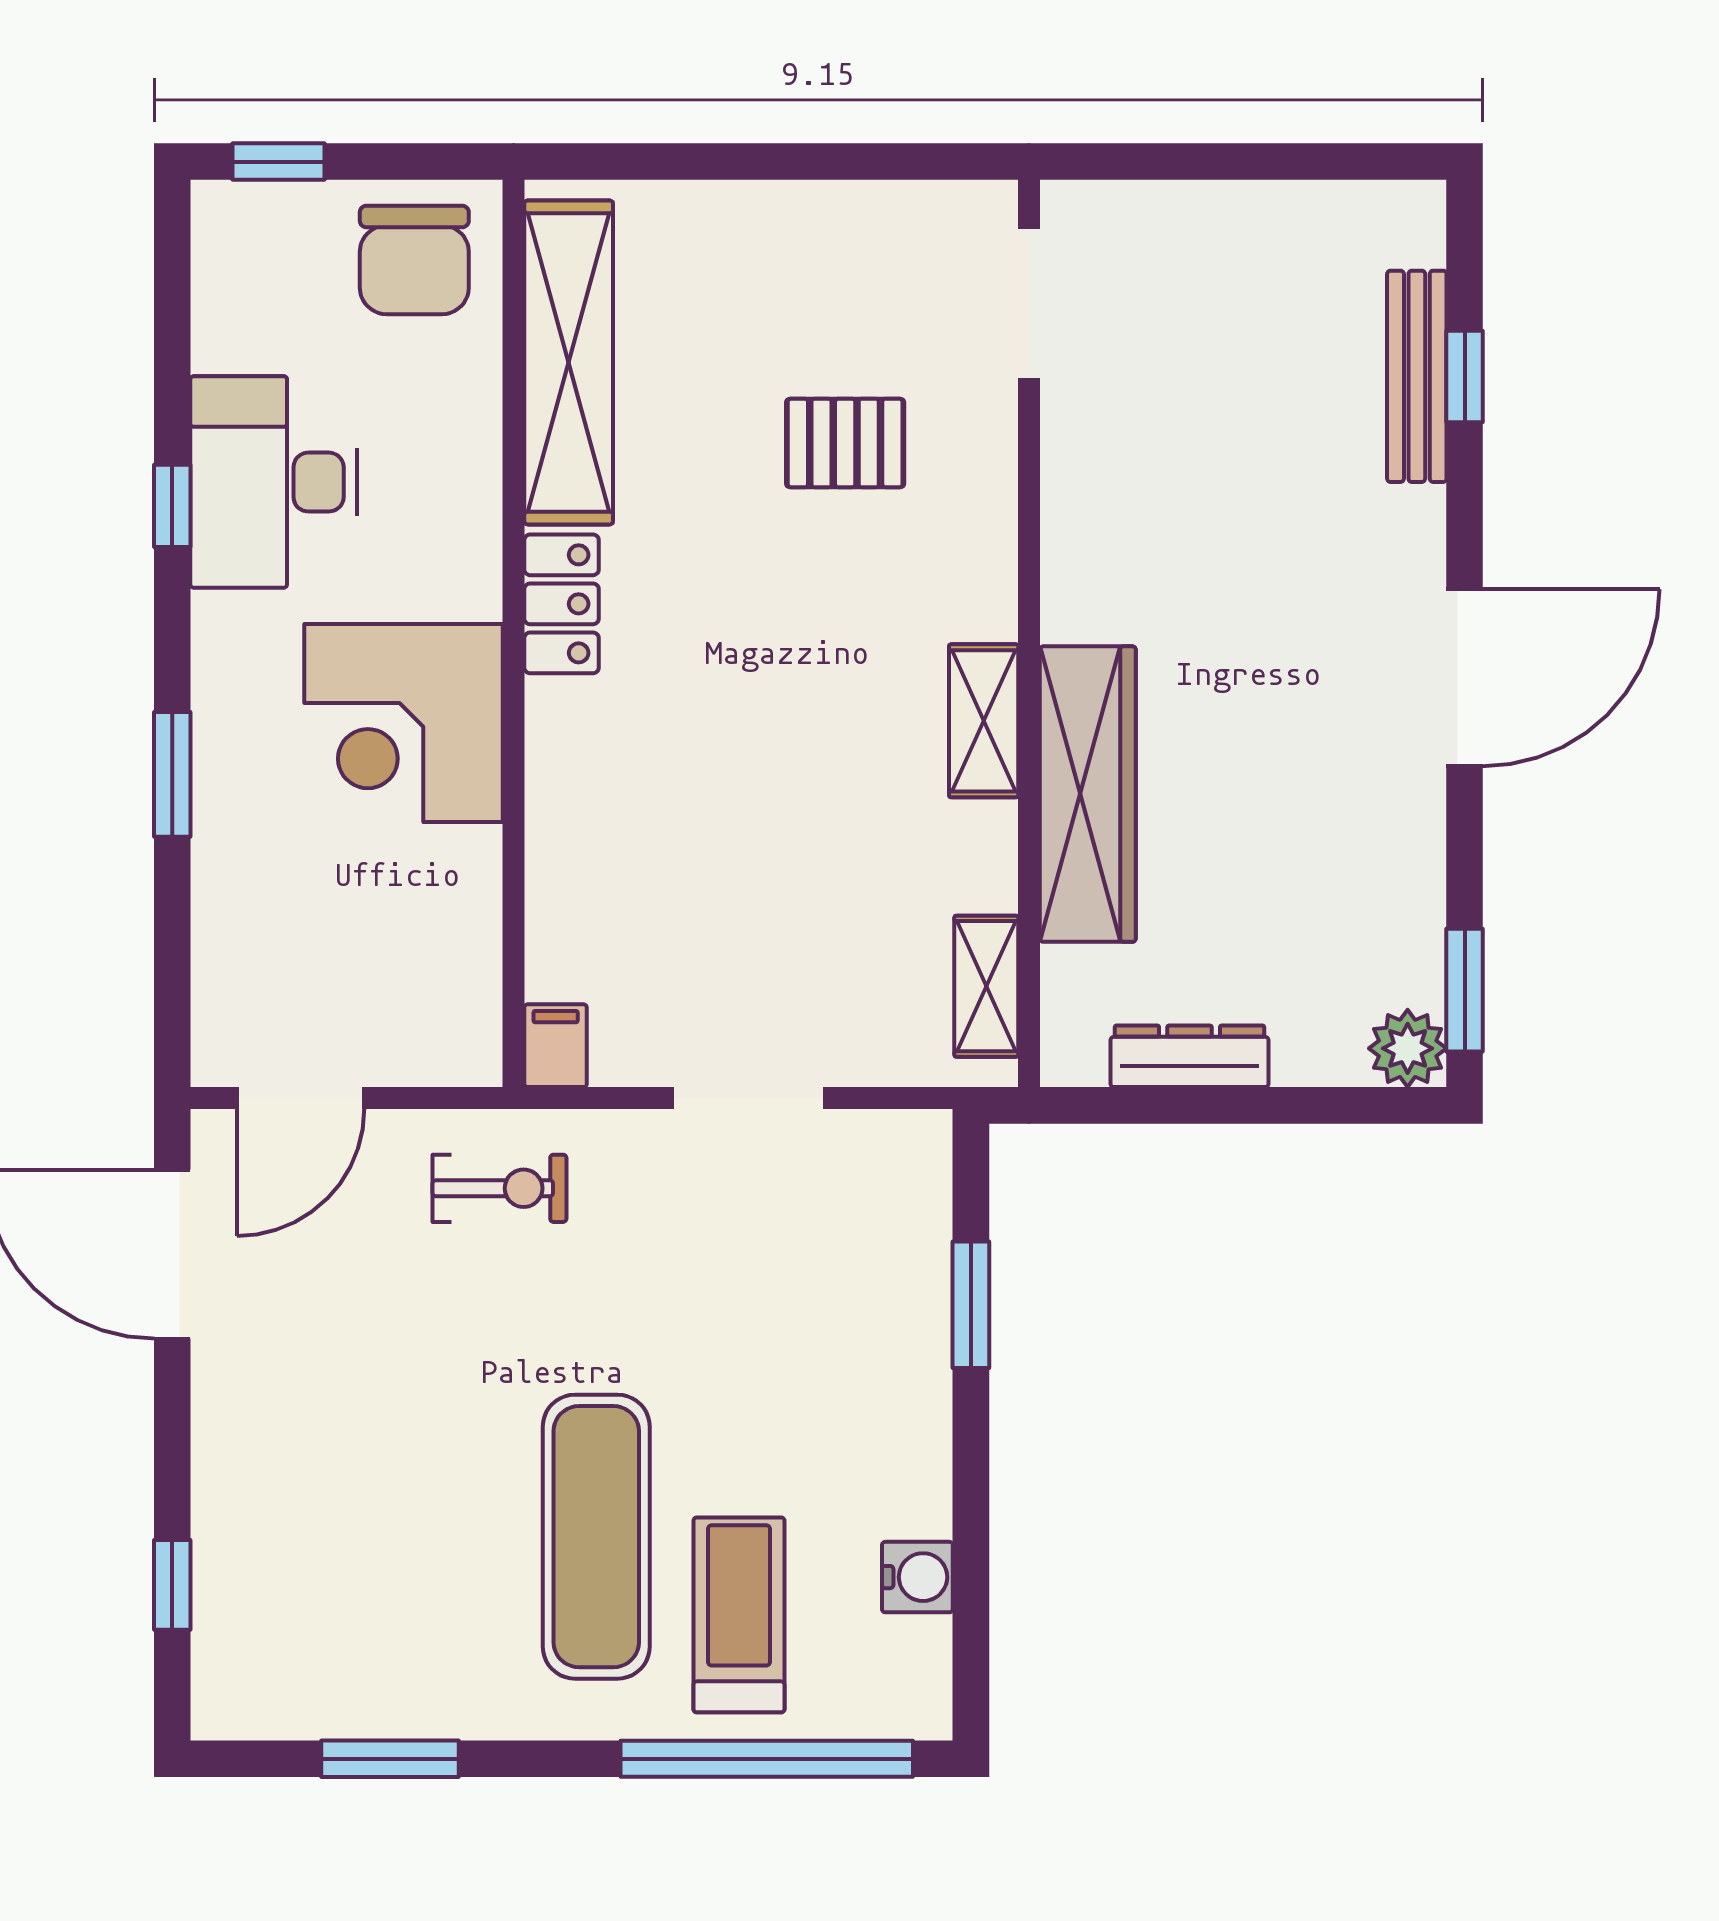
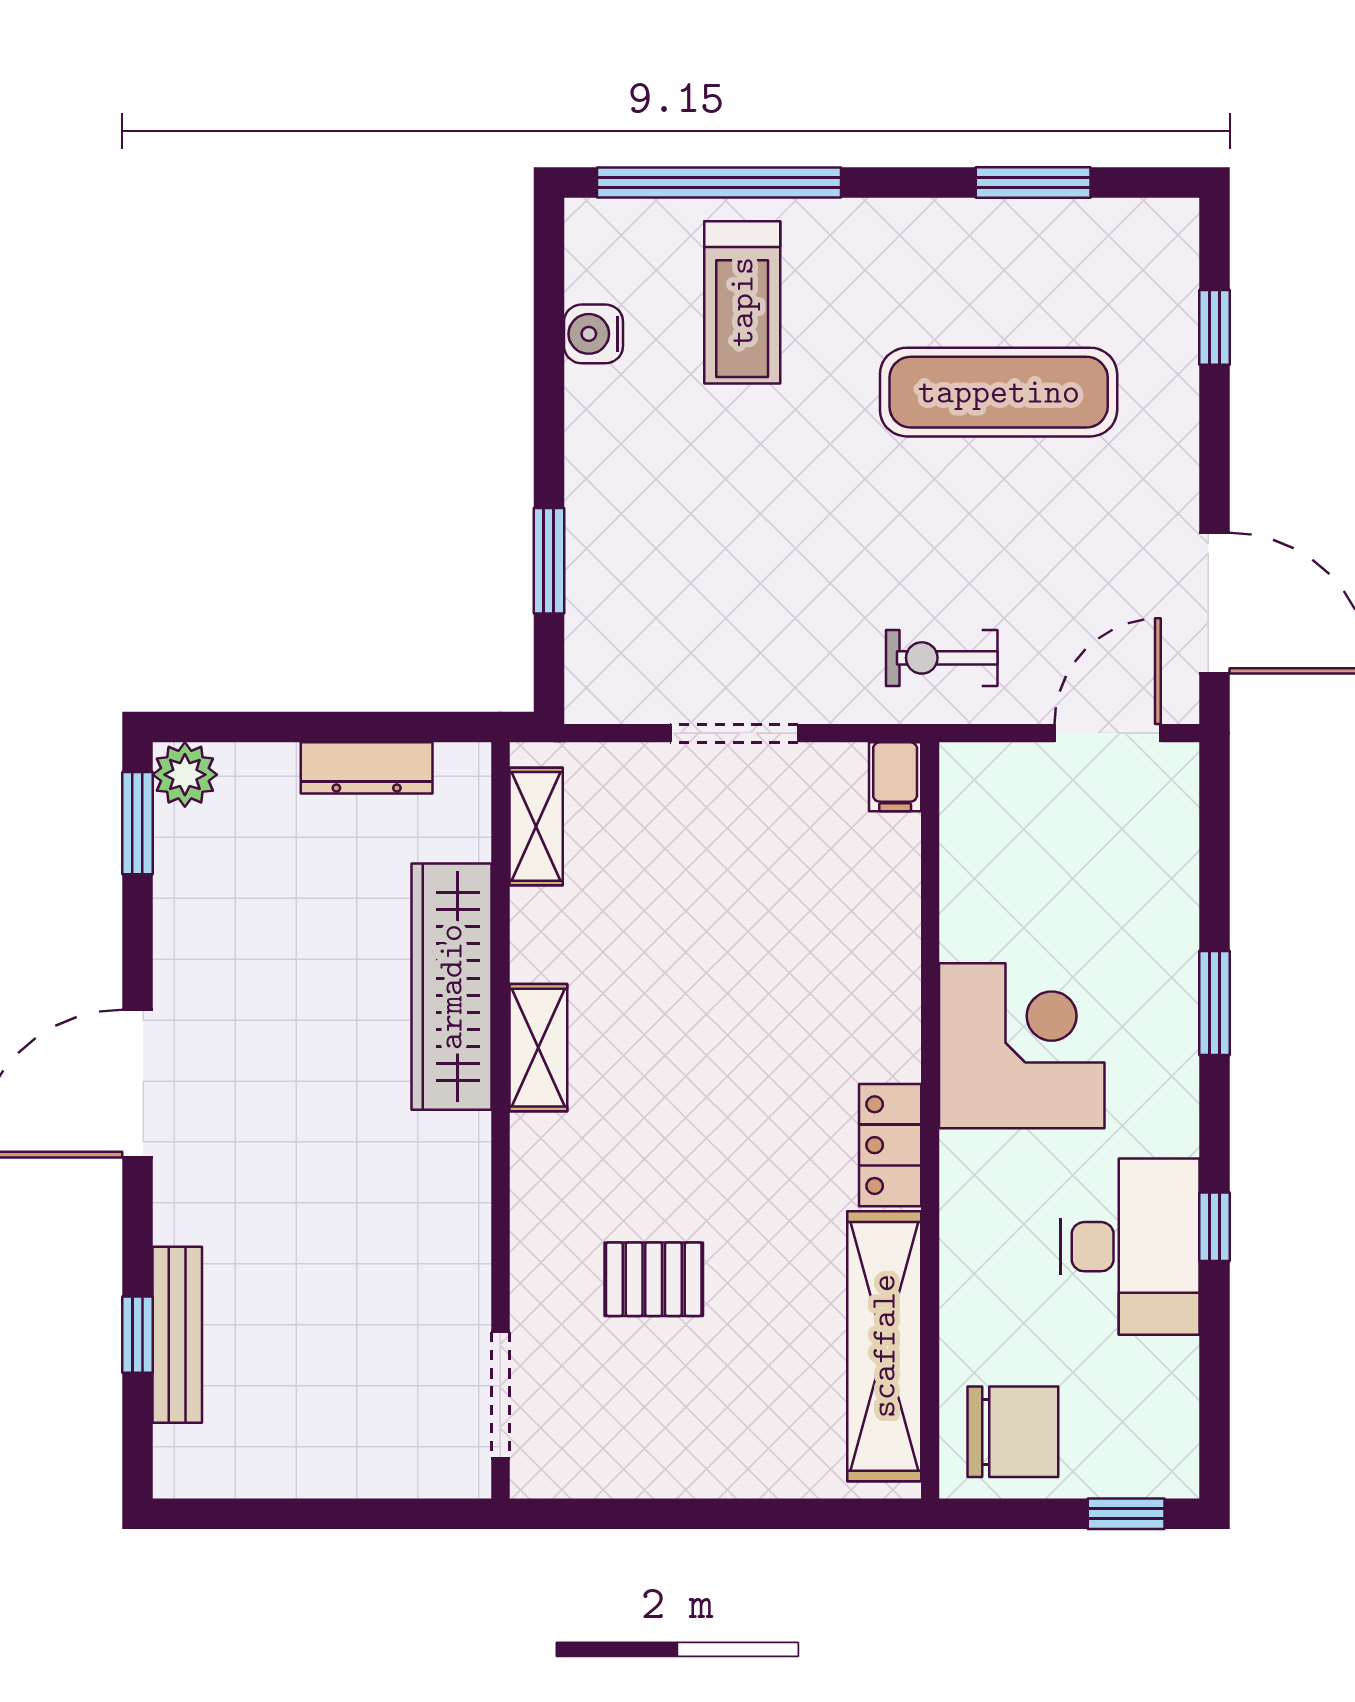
chair: (414, 260) -> (1013, 1432), turned 90
exercise mat: (596, 1537) -> (999, 392), moved, turned 90

